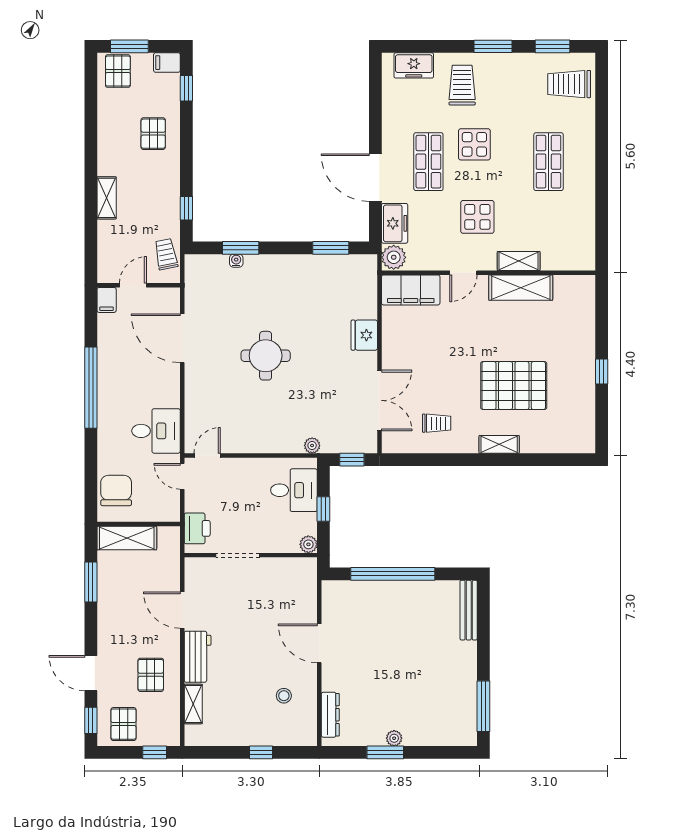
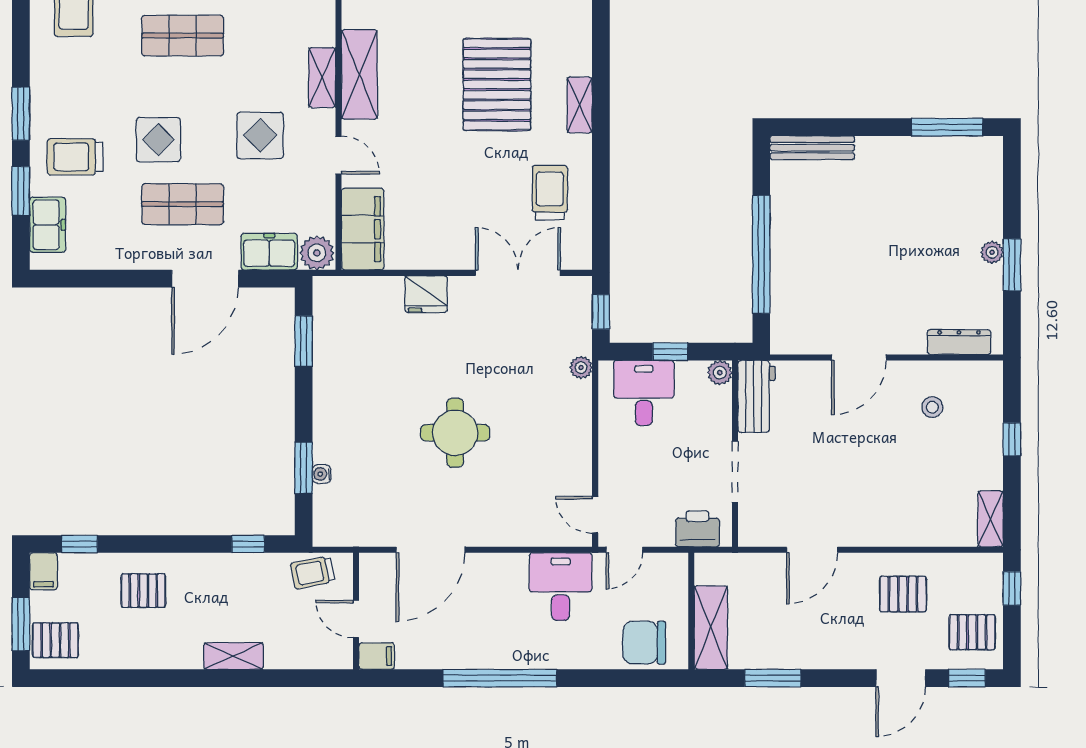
window: (552, 46) -> (21, 191), moved
trolley: (437, 423) -> (550, 193), width x1.36, depth x1.39
workbench: (198, 657) -> (757, 396), moved, turned 90
shelving: (193, 704) -> (991, 519), moved, turned 90

